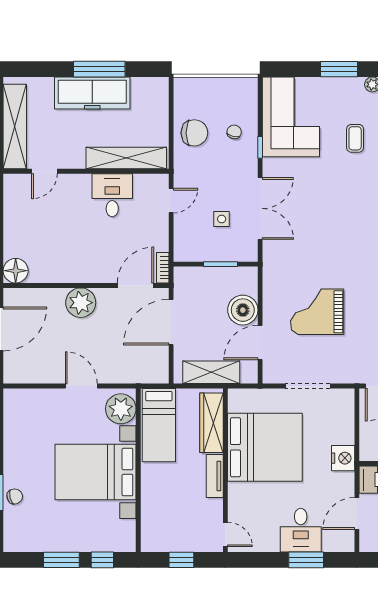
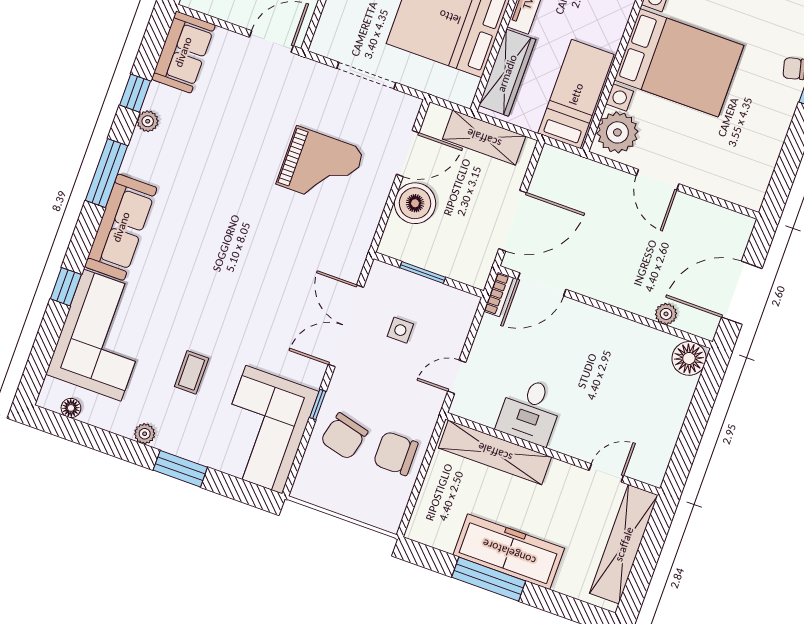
chair: (234, 132) -> (344, 436), width x1.87, depth x1.87
plant: (81, 303) -> (666, 314), moved, width x0.53, depth x0.53

